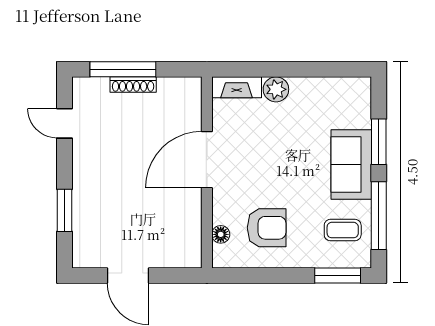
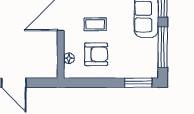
coffee table: (343, 230) -> (95, 24), moved

